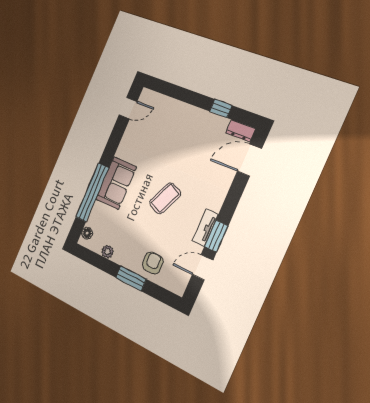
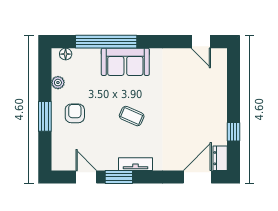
door: (250, 160) -> (197, 177), hinge flipped
coffee table: (165, 198) -> (132, 116), width x0.73, depth x0.77
tv unit: (205, 228) -> (135, 164), moved
armchair: (153, 263) -> (75, 113), moved, turned -90

